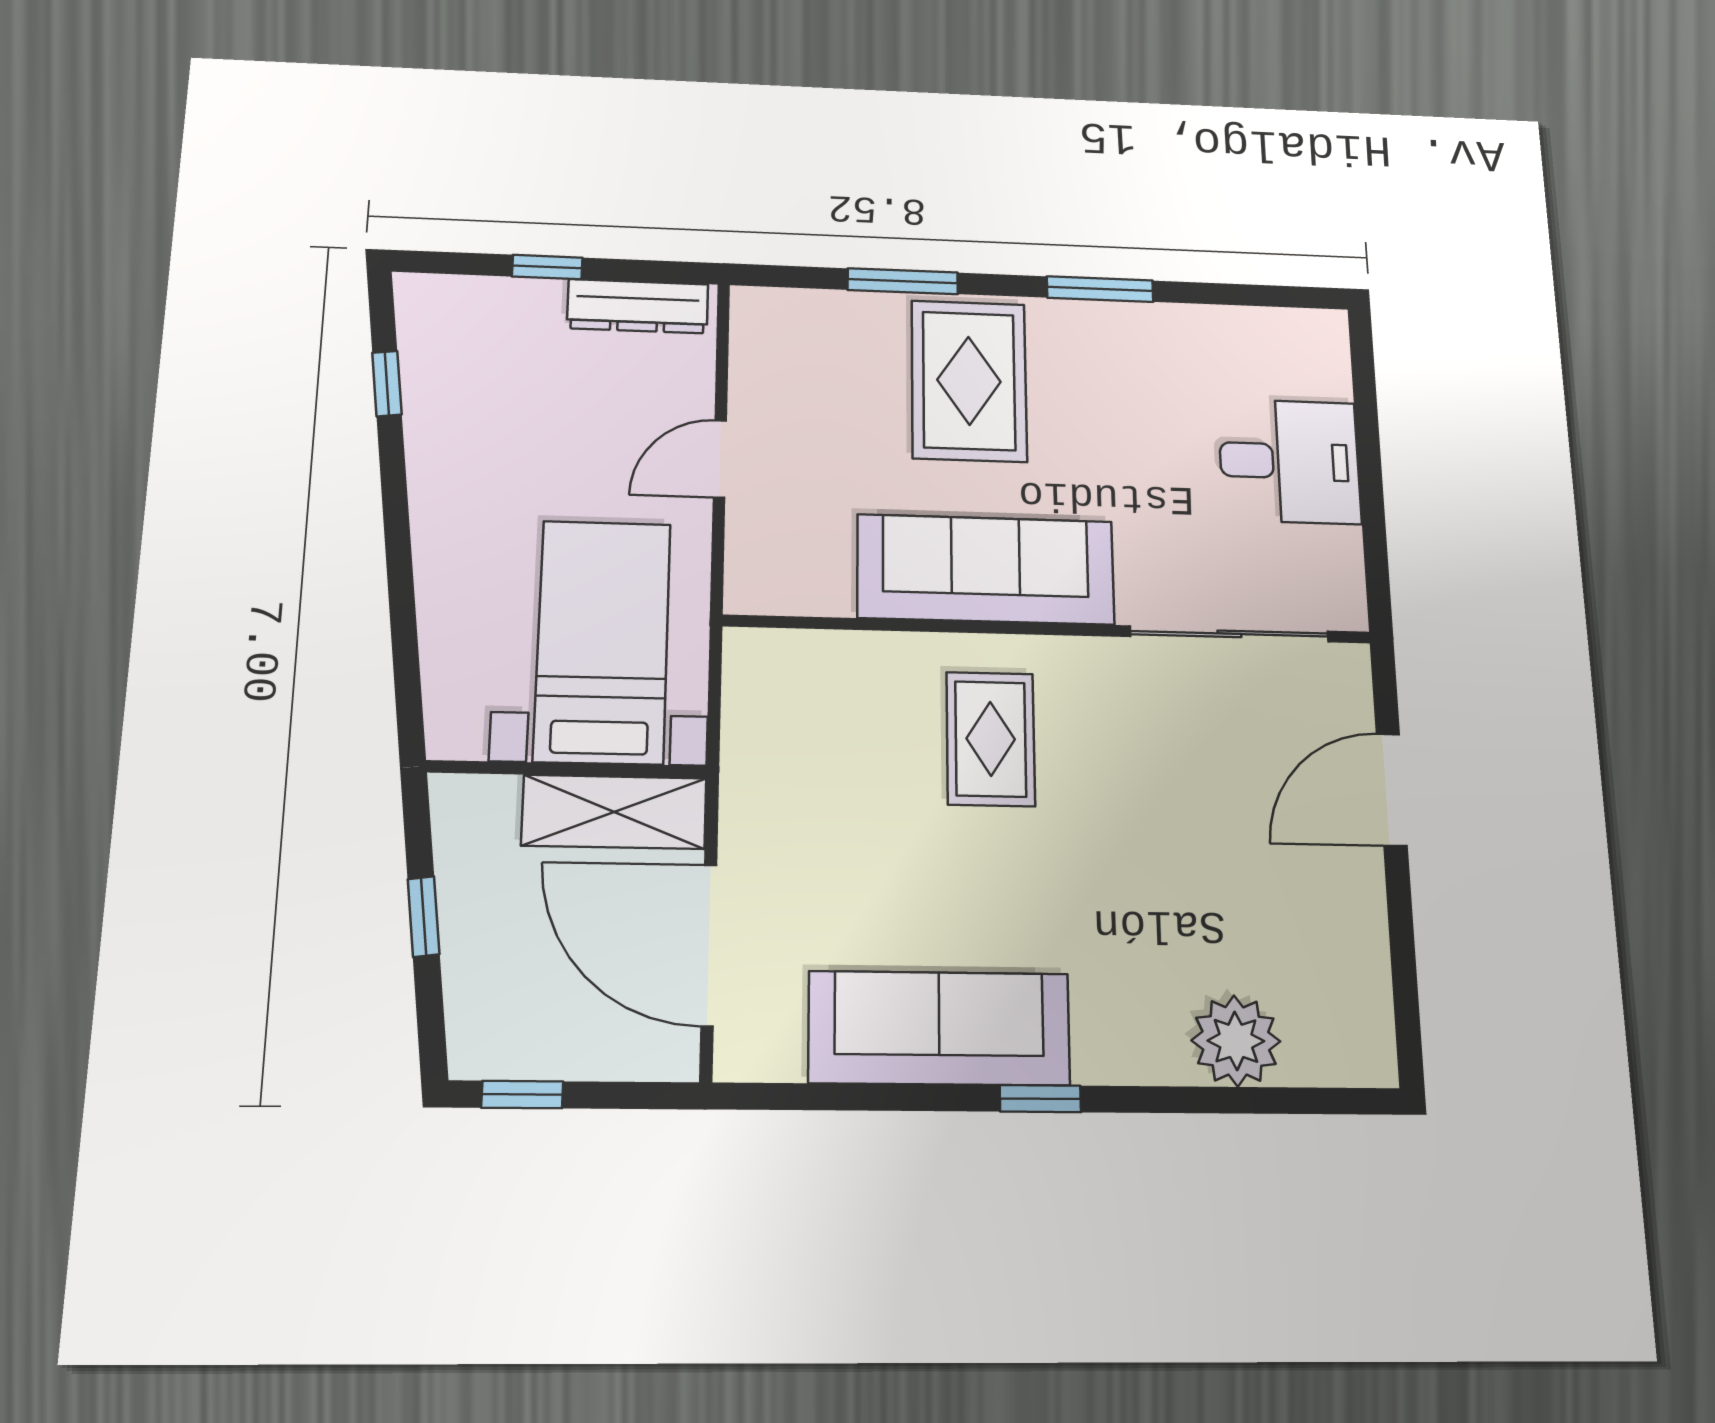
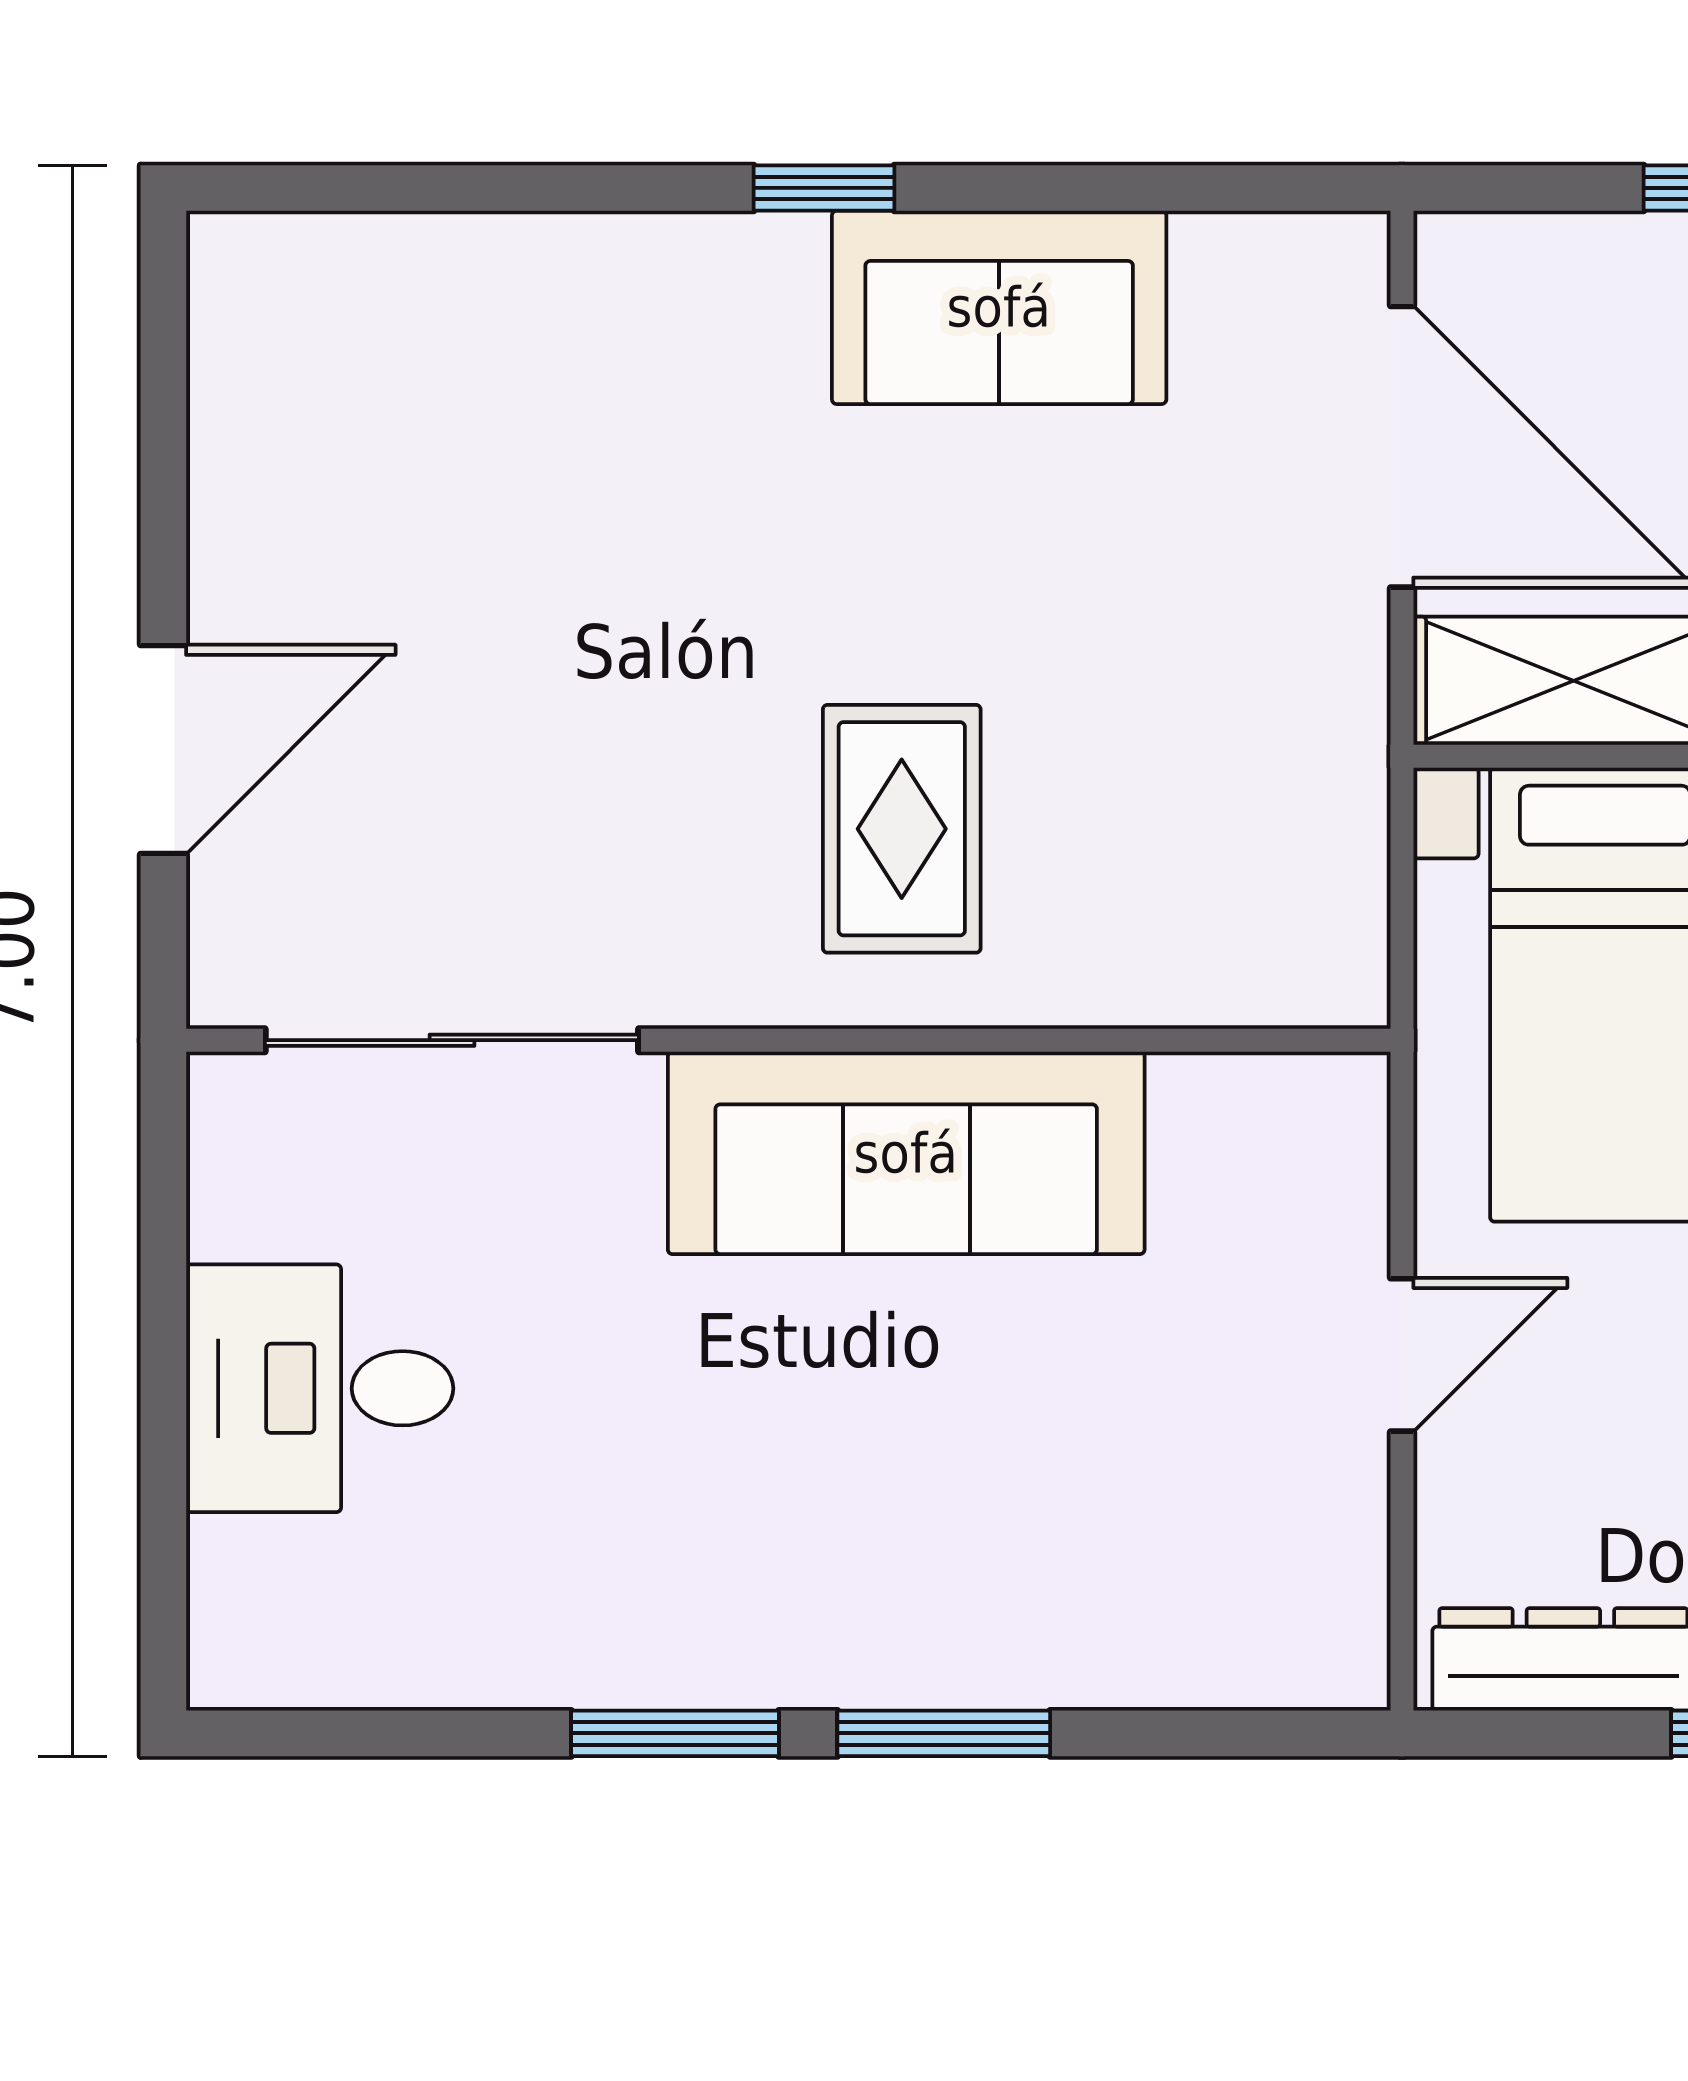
window: (903, 281) -> (944, 1733), moved
rug: (969, 381) -> (933, 1531), removed
sofa: (939, 1028) -> (999, 307), width x0.73
plant: (1236, 1041) -> (475, 291), removed

